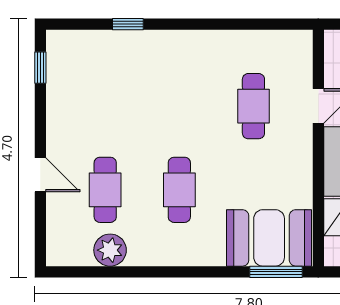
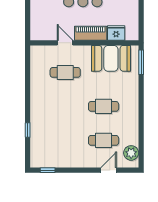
door: (40, 175) -> (109, 170), moved
booth: (269, 238) -> (111, 58), moved, turned 90
plant: (110, 250) -> (131, 153), moved

